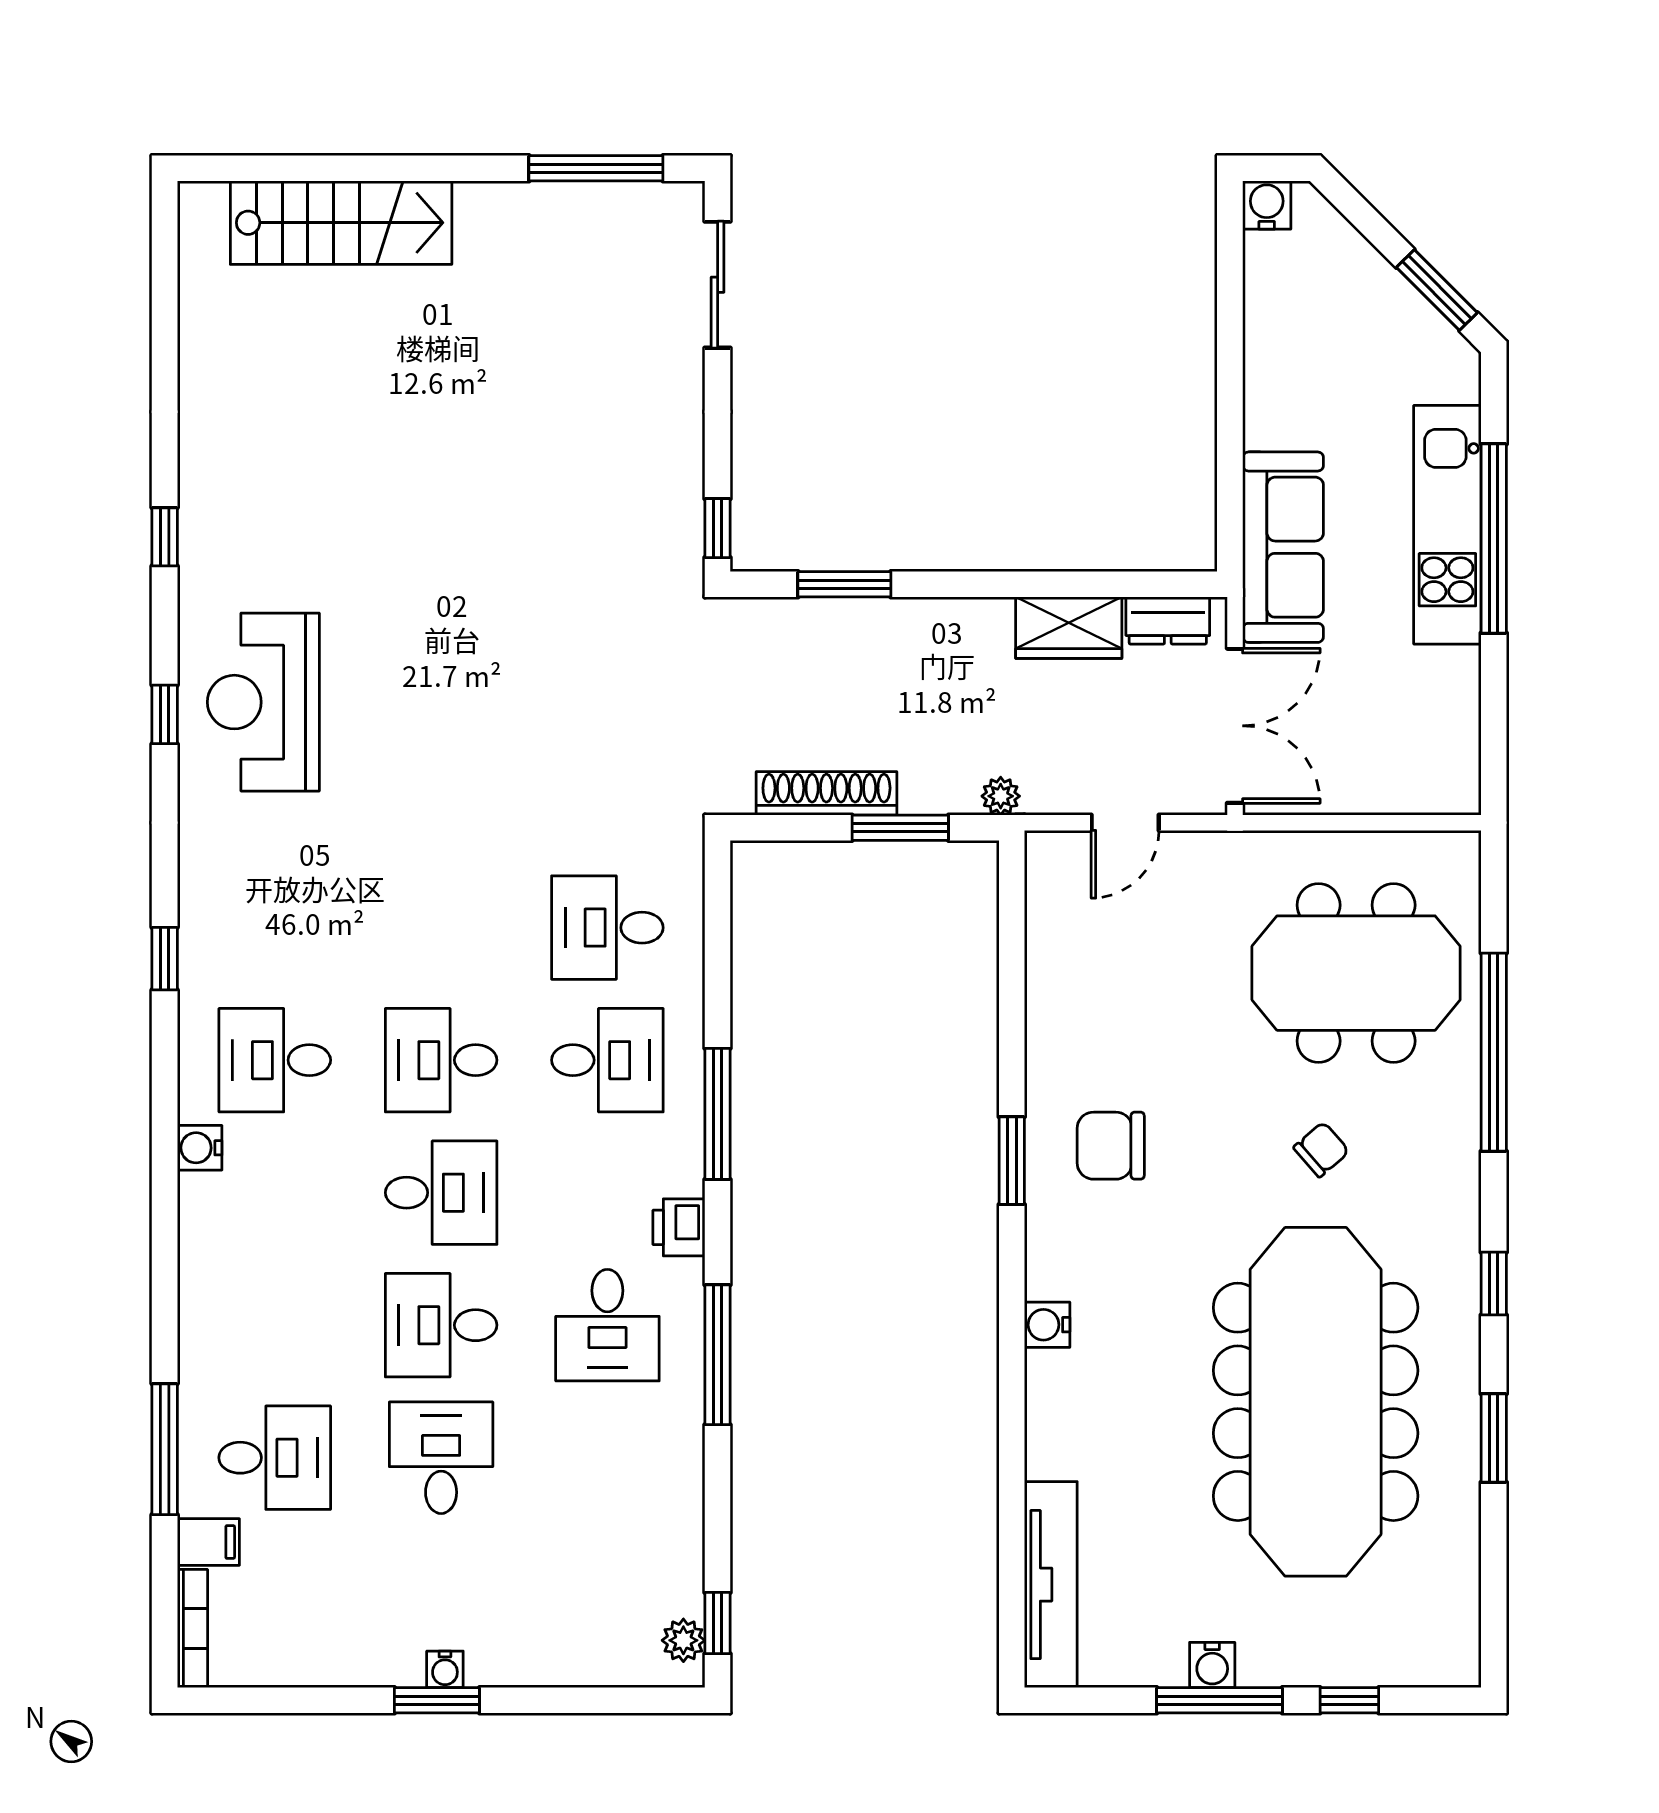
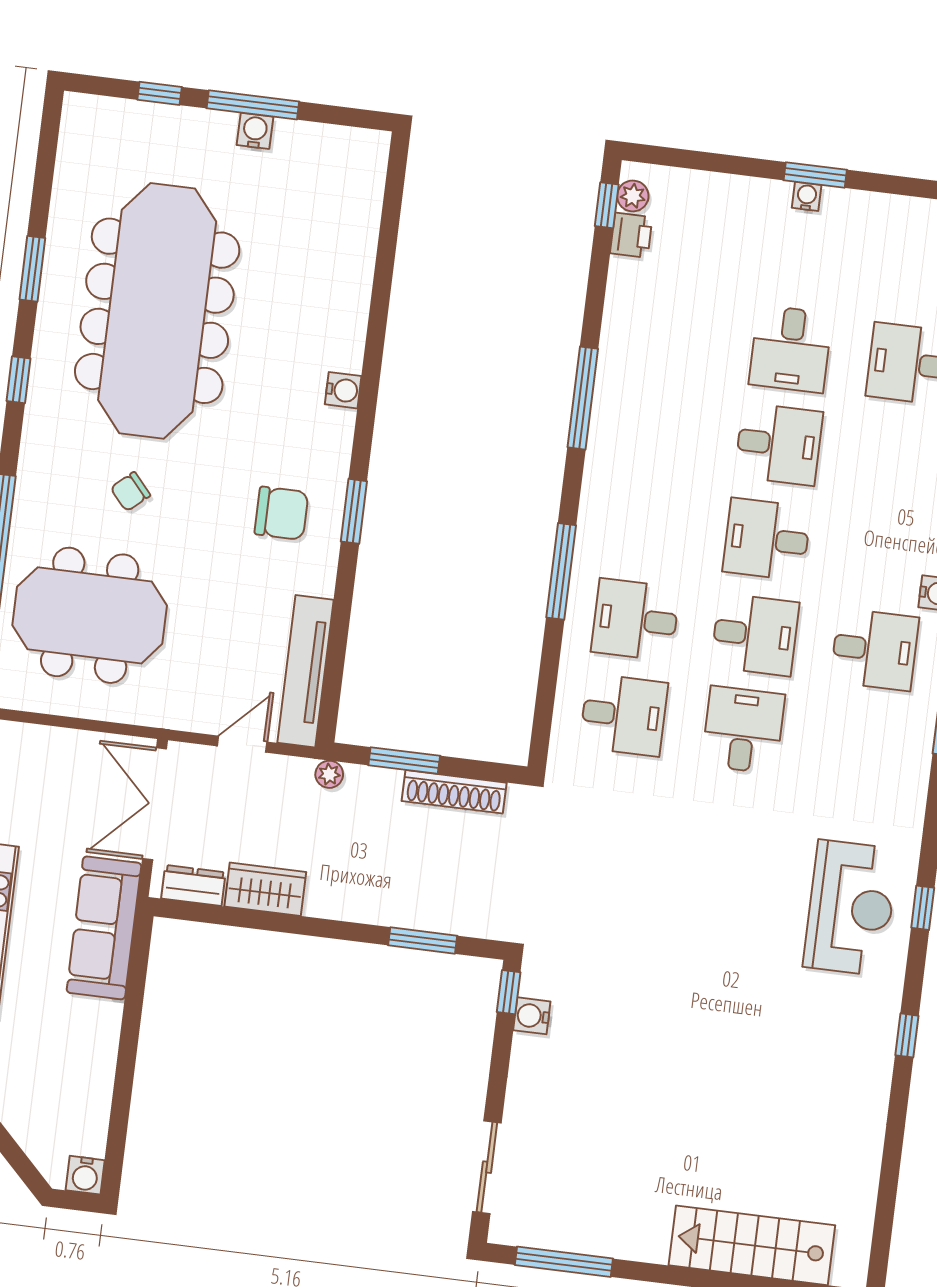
water cooler: (682, 500) -> (532, 1016), added
printer: (679, 1227) -> (631, 235), moved
desk: (607, 1325) -> (743, 730), moved
tv unit: (1051, 1585) -> (305, 671), moved

